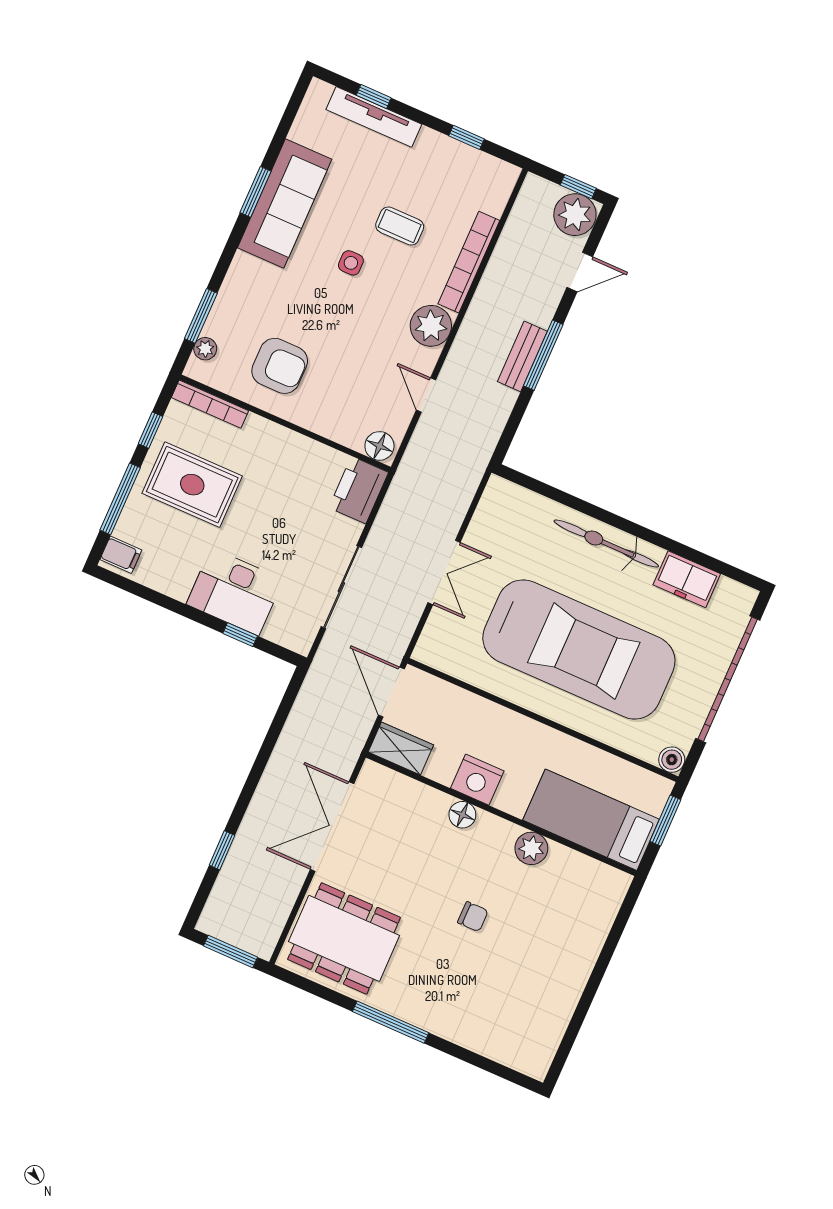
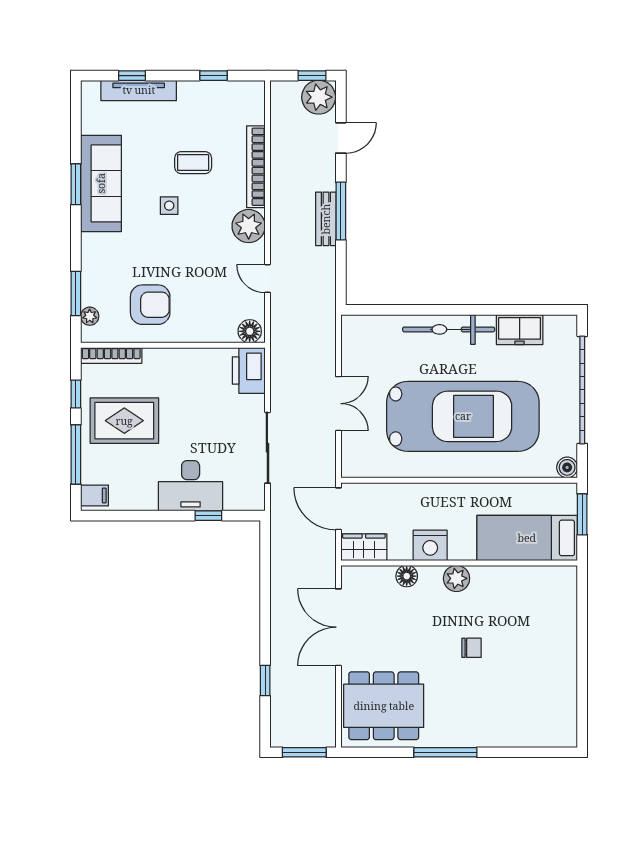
floor lamp: (462, 815) -> (407, 576), moved
plant: (531, 848) -> (457, 578), moved

